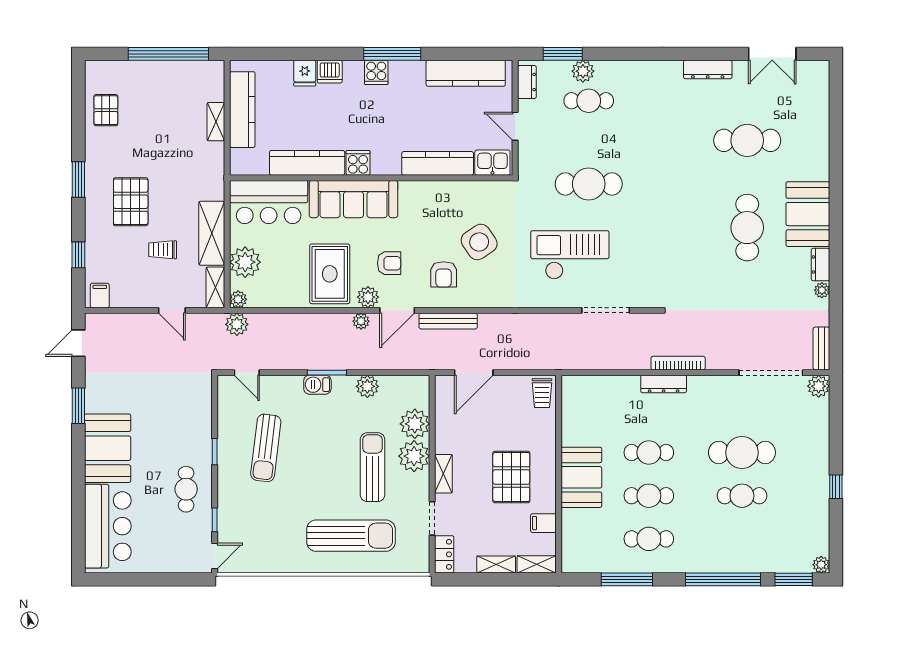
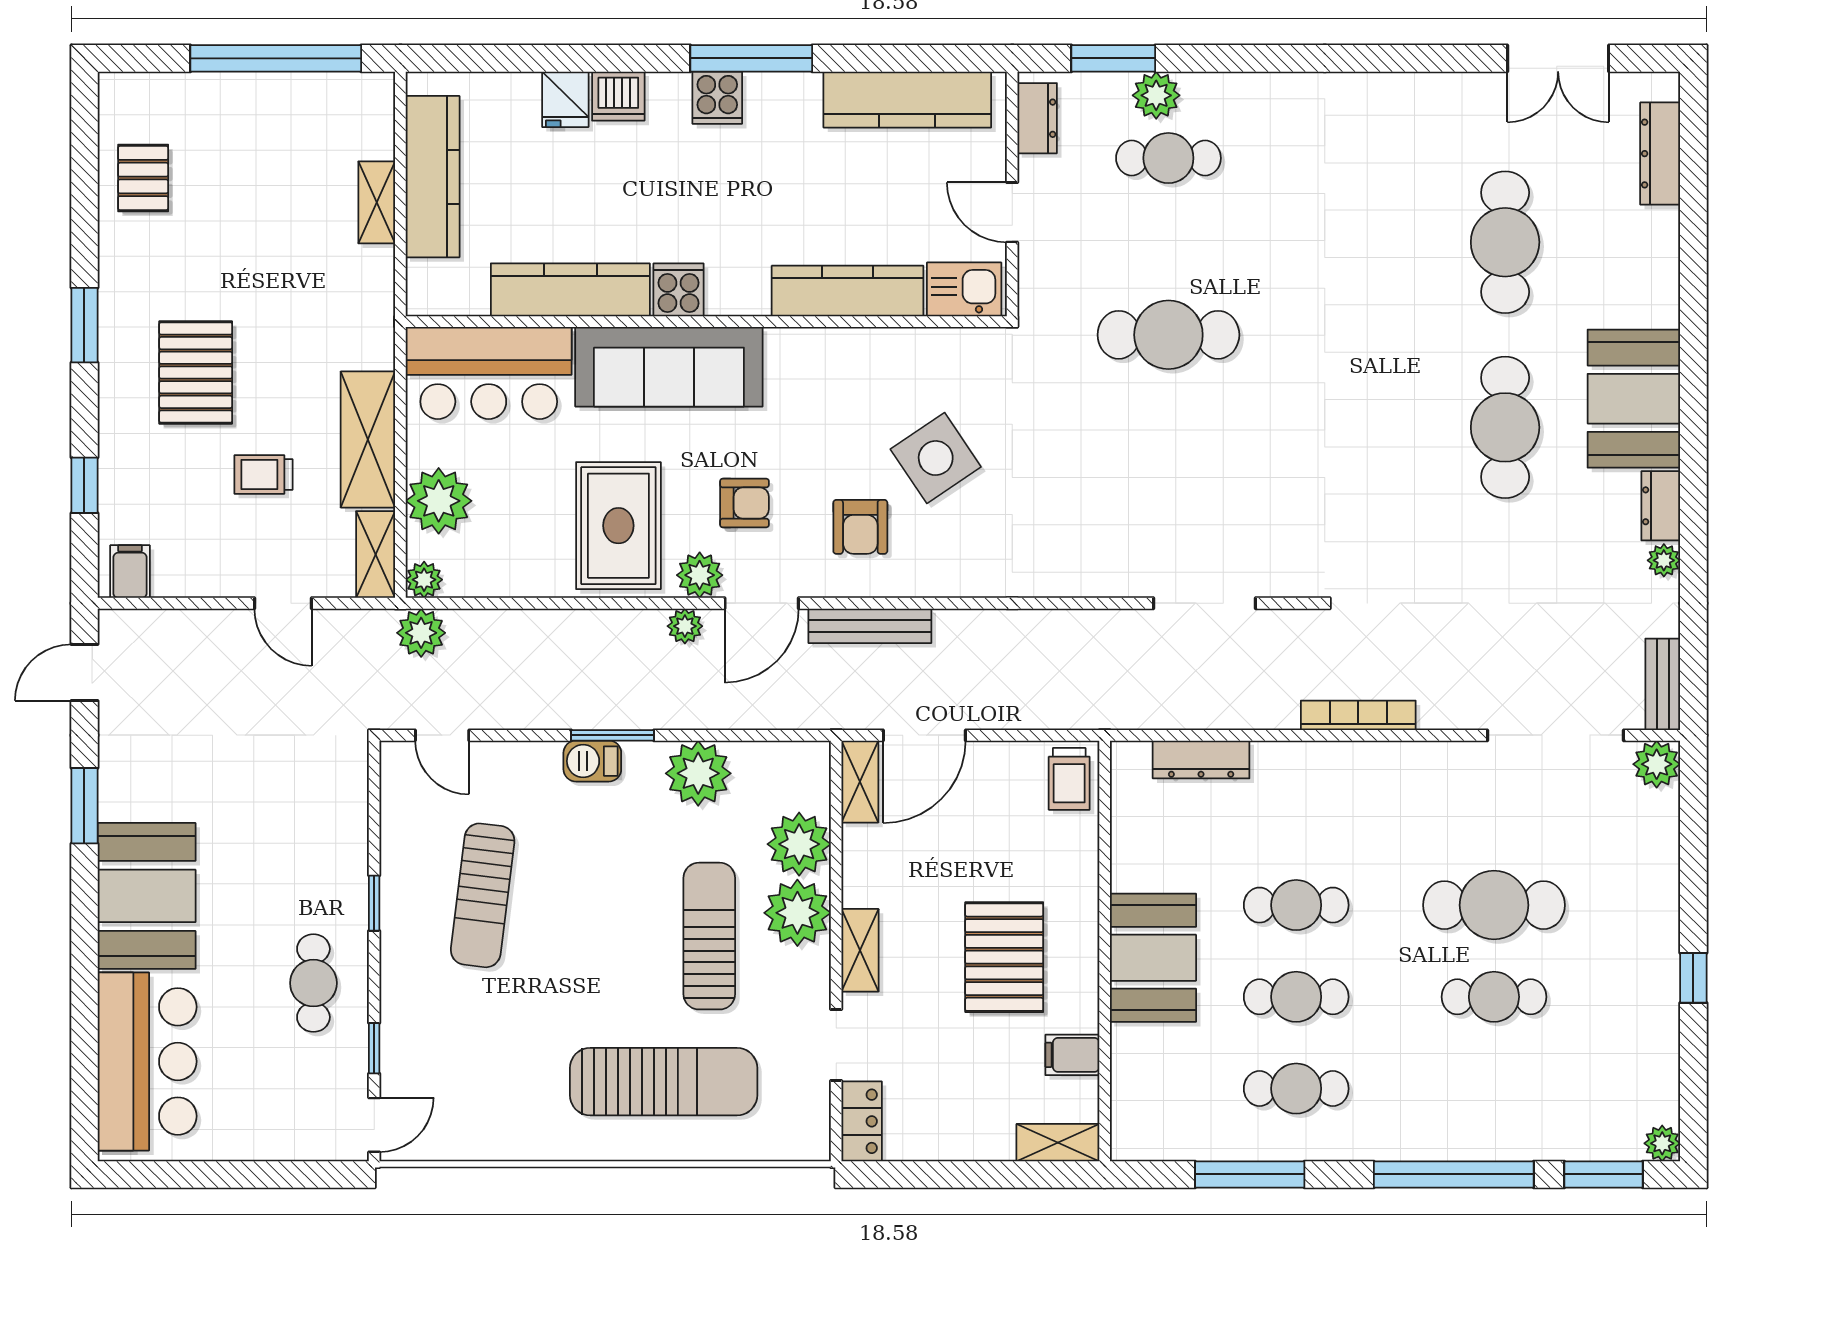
dresser: (708, 69) -> (1660, 154), moved, turned 90
cafe table: (747, 140) -> (1505, 242), turned 90
checkout: (570, 255) -> (1128, 485), removed
dresser: (664, 384) -> (1201, 759), moved
plant: (367, 386) -> (698, 773), width x1.36, depth x1.36
shelving: (496, 564) -> (860, 782), moved, turned 90

